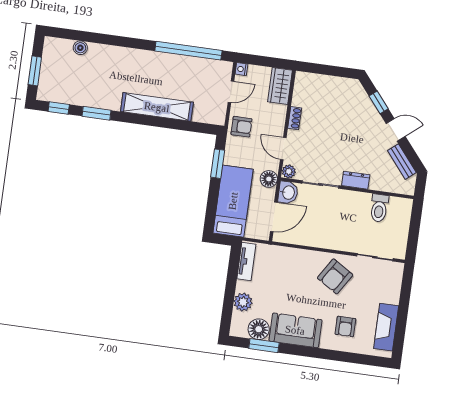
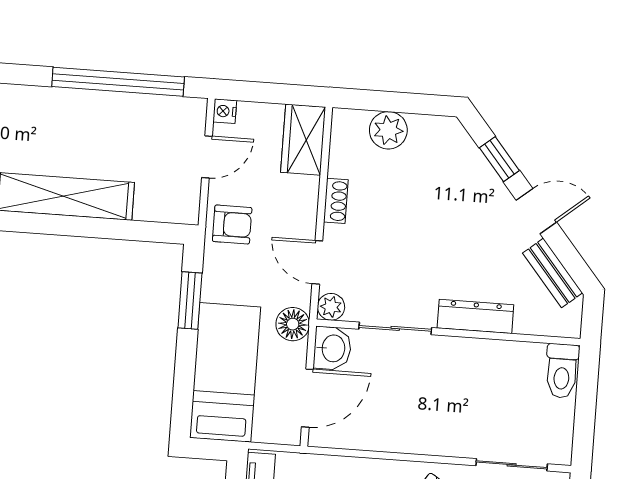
plant: (323, 84) -> (388, 130), added
dresser: (356, 180) -> (475, 316), width x1.44
toilet: (379, 208) -> (562, 371), moved

